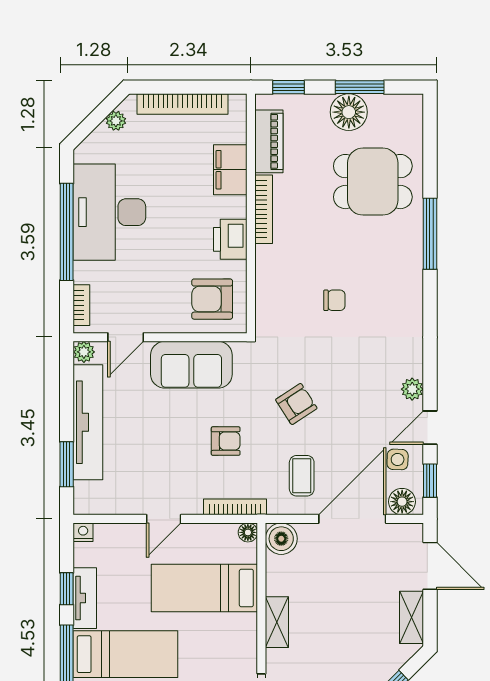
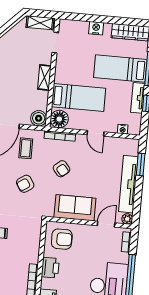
armchair: (226, 441) -> (62, 169), turned -130
door: (164, 519) -> (95, 133), swing flipped
nightstand: (83, 532) -> (123, 129), moved
floor lamp: (248, 532) -> (59, 119), width x1.89, depth x1.89

